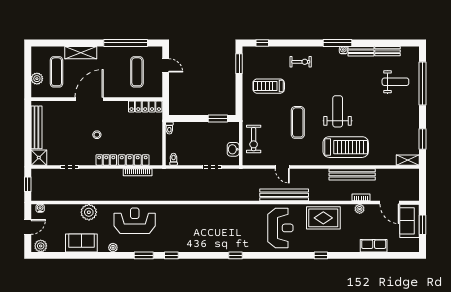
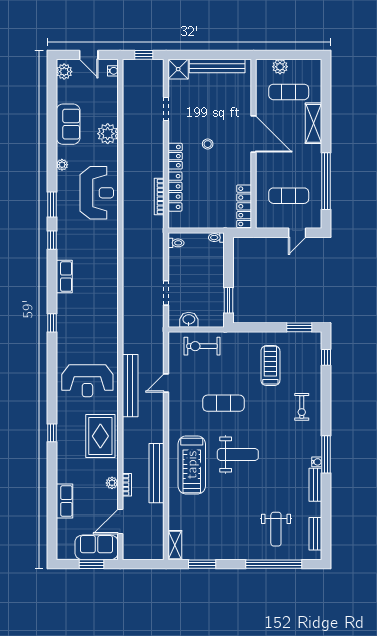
bench: (387, 51) -> (315, 534), moved
row of seats: (200, 246) -> (64, 277), added

